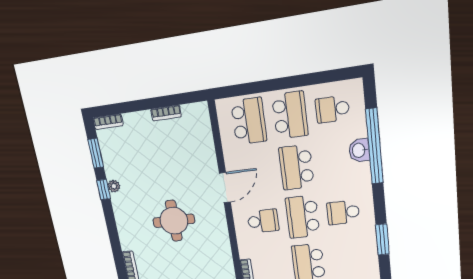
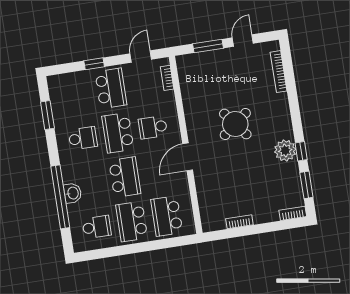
plant: (114, 186) -> (285, 150), width x1.88, depth x1.88
school desk: (303, 217) -> (118, 133), turned 180
round table: (174, 221) -> (235, 124), turned -38

